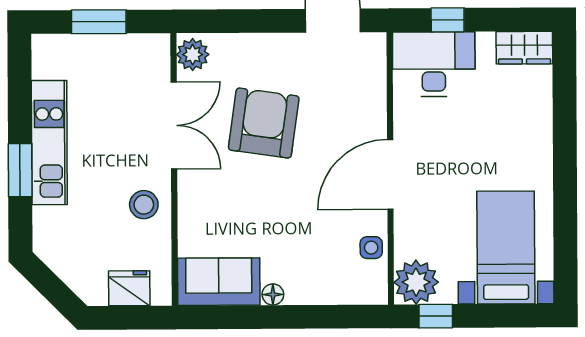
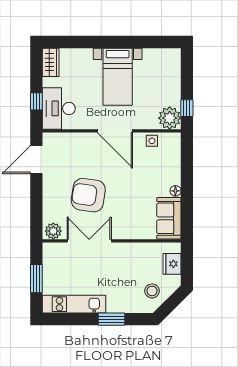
kitchen unit: (49, 143) -> (74, 304), moved
stool: (144, 205) -> (152, 291), moved
bed with nightstands: (506, 247) -> (118, 77), moved, turned -90

